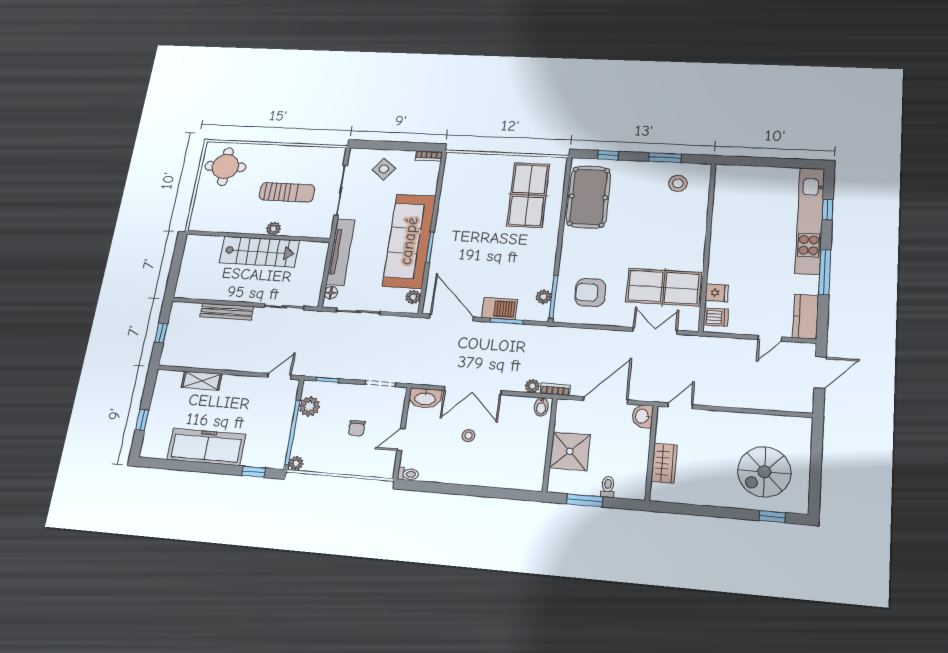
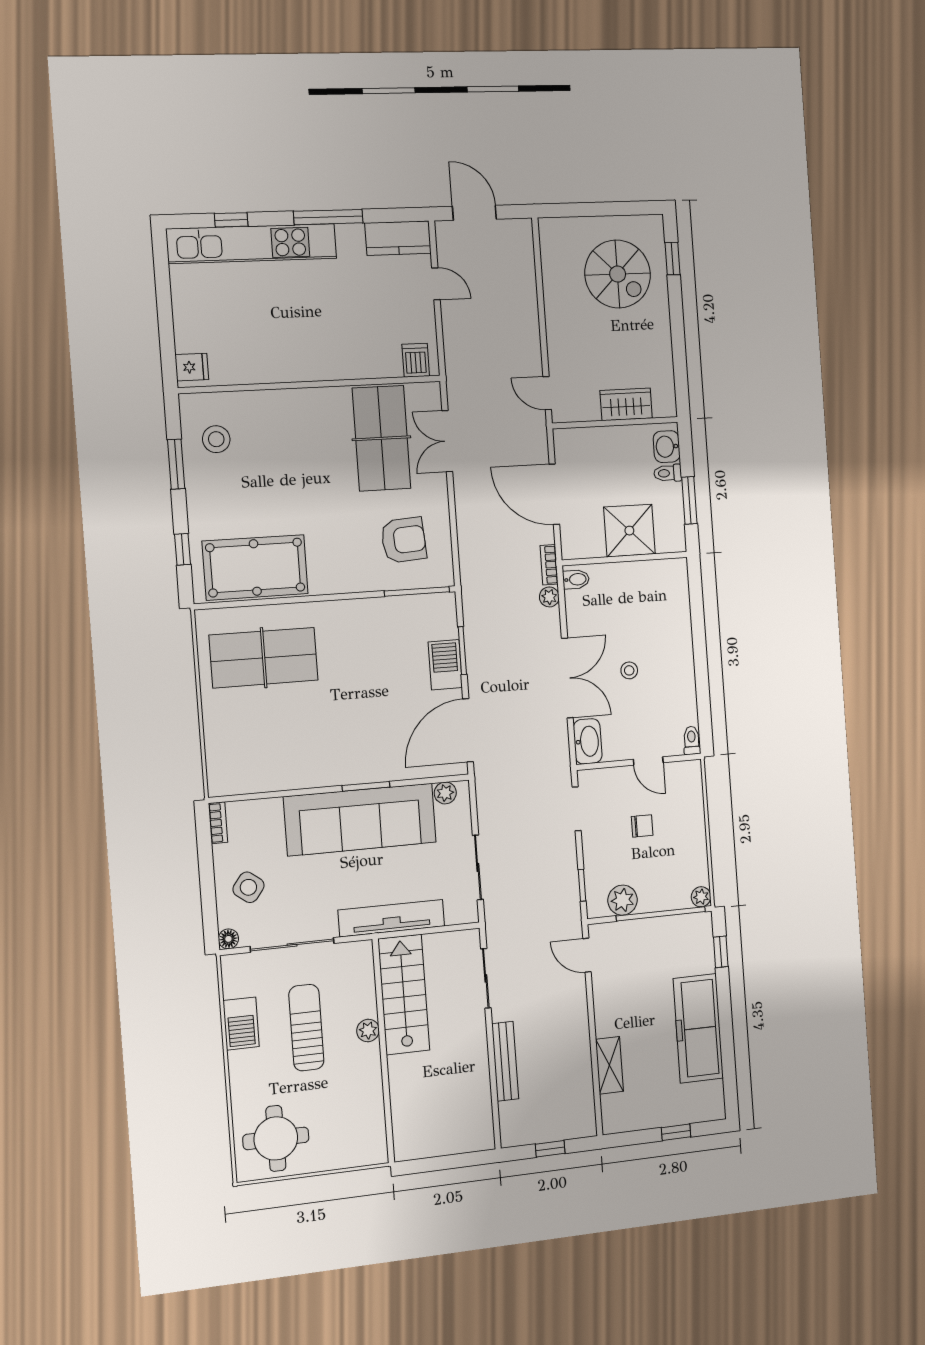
barbecue: (301, 155) -> (241, 1024), added
stairs: (259, 252) -> (404, 994), moved
armchair: (590, 292) -> (404, 540), turned -94
floor lamp: (331, 293) -> (228, 939), moved
fridge: (717, 293) -> (192, 367), moved, turned 90
plant: (544, 297) -> (419, 605), removed
washbasin: (642, 416) -> (667, 447), moved, turned 90

